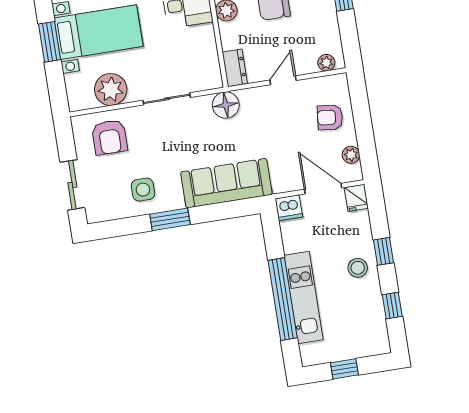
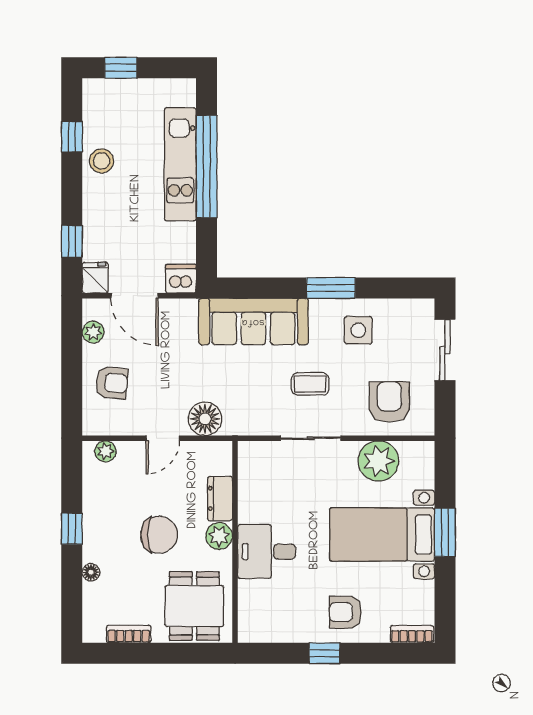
dresser: (235, 68) -> (220, 498), moved
floor lamp: (226, 105) -> (205, 419), moved
coffee table: (174, 141) -> (310, 384), added
window: (384, 251) -> (72, 241), moved
stool: (358, 268) -> (102, 161), moved
window: (344, 369) -> (121, 68), moved

